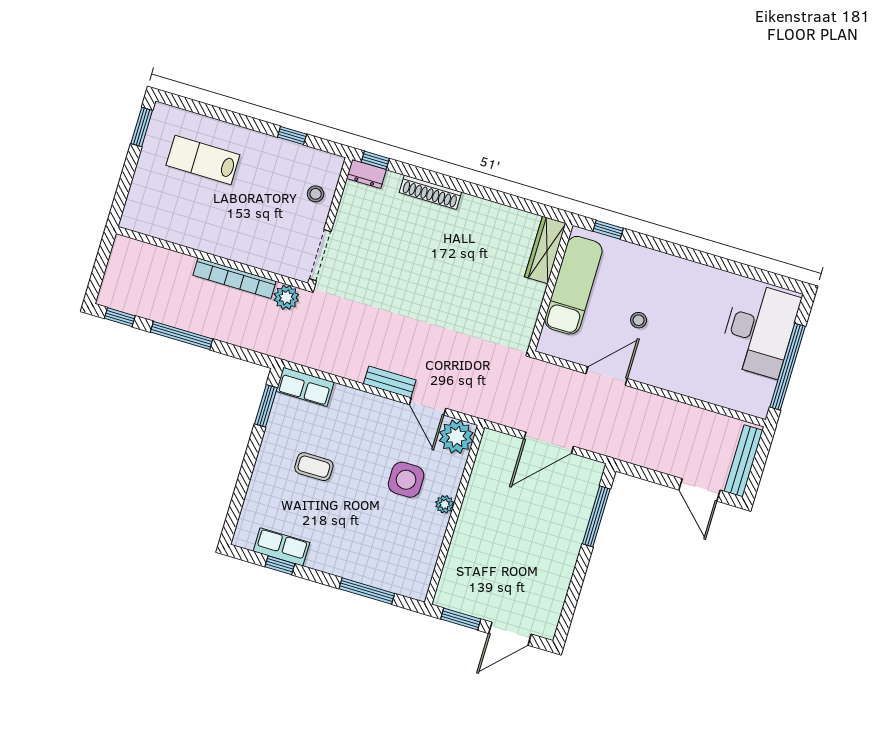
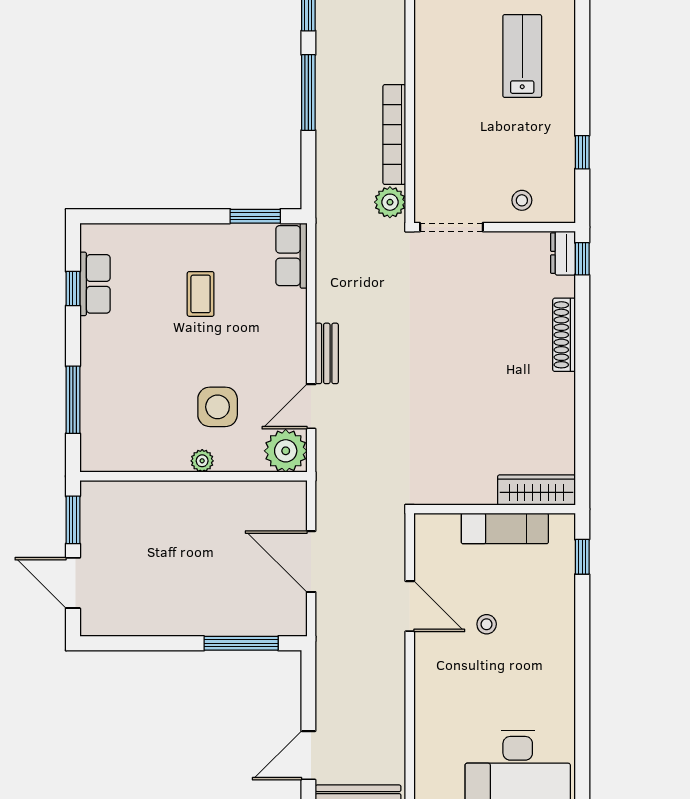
exam couch: (573, 285) -> (505, 528), width x0.73, depth x0.69

